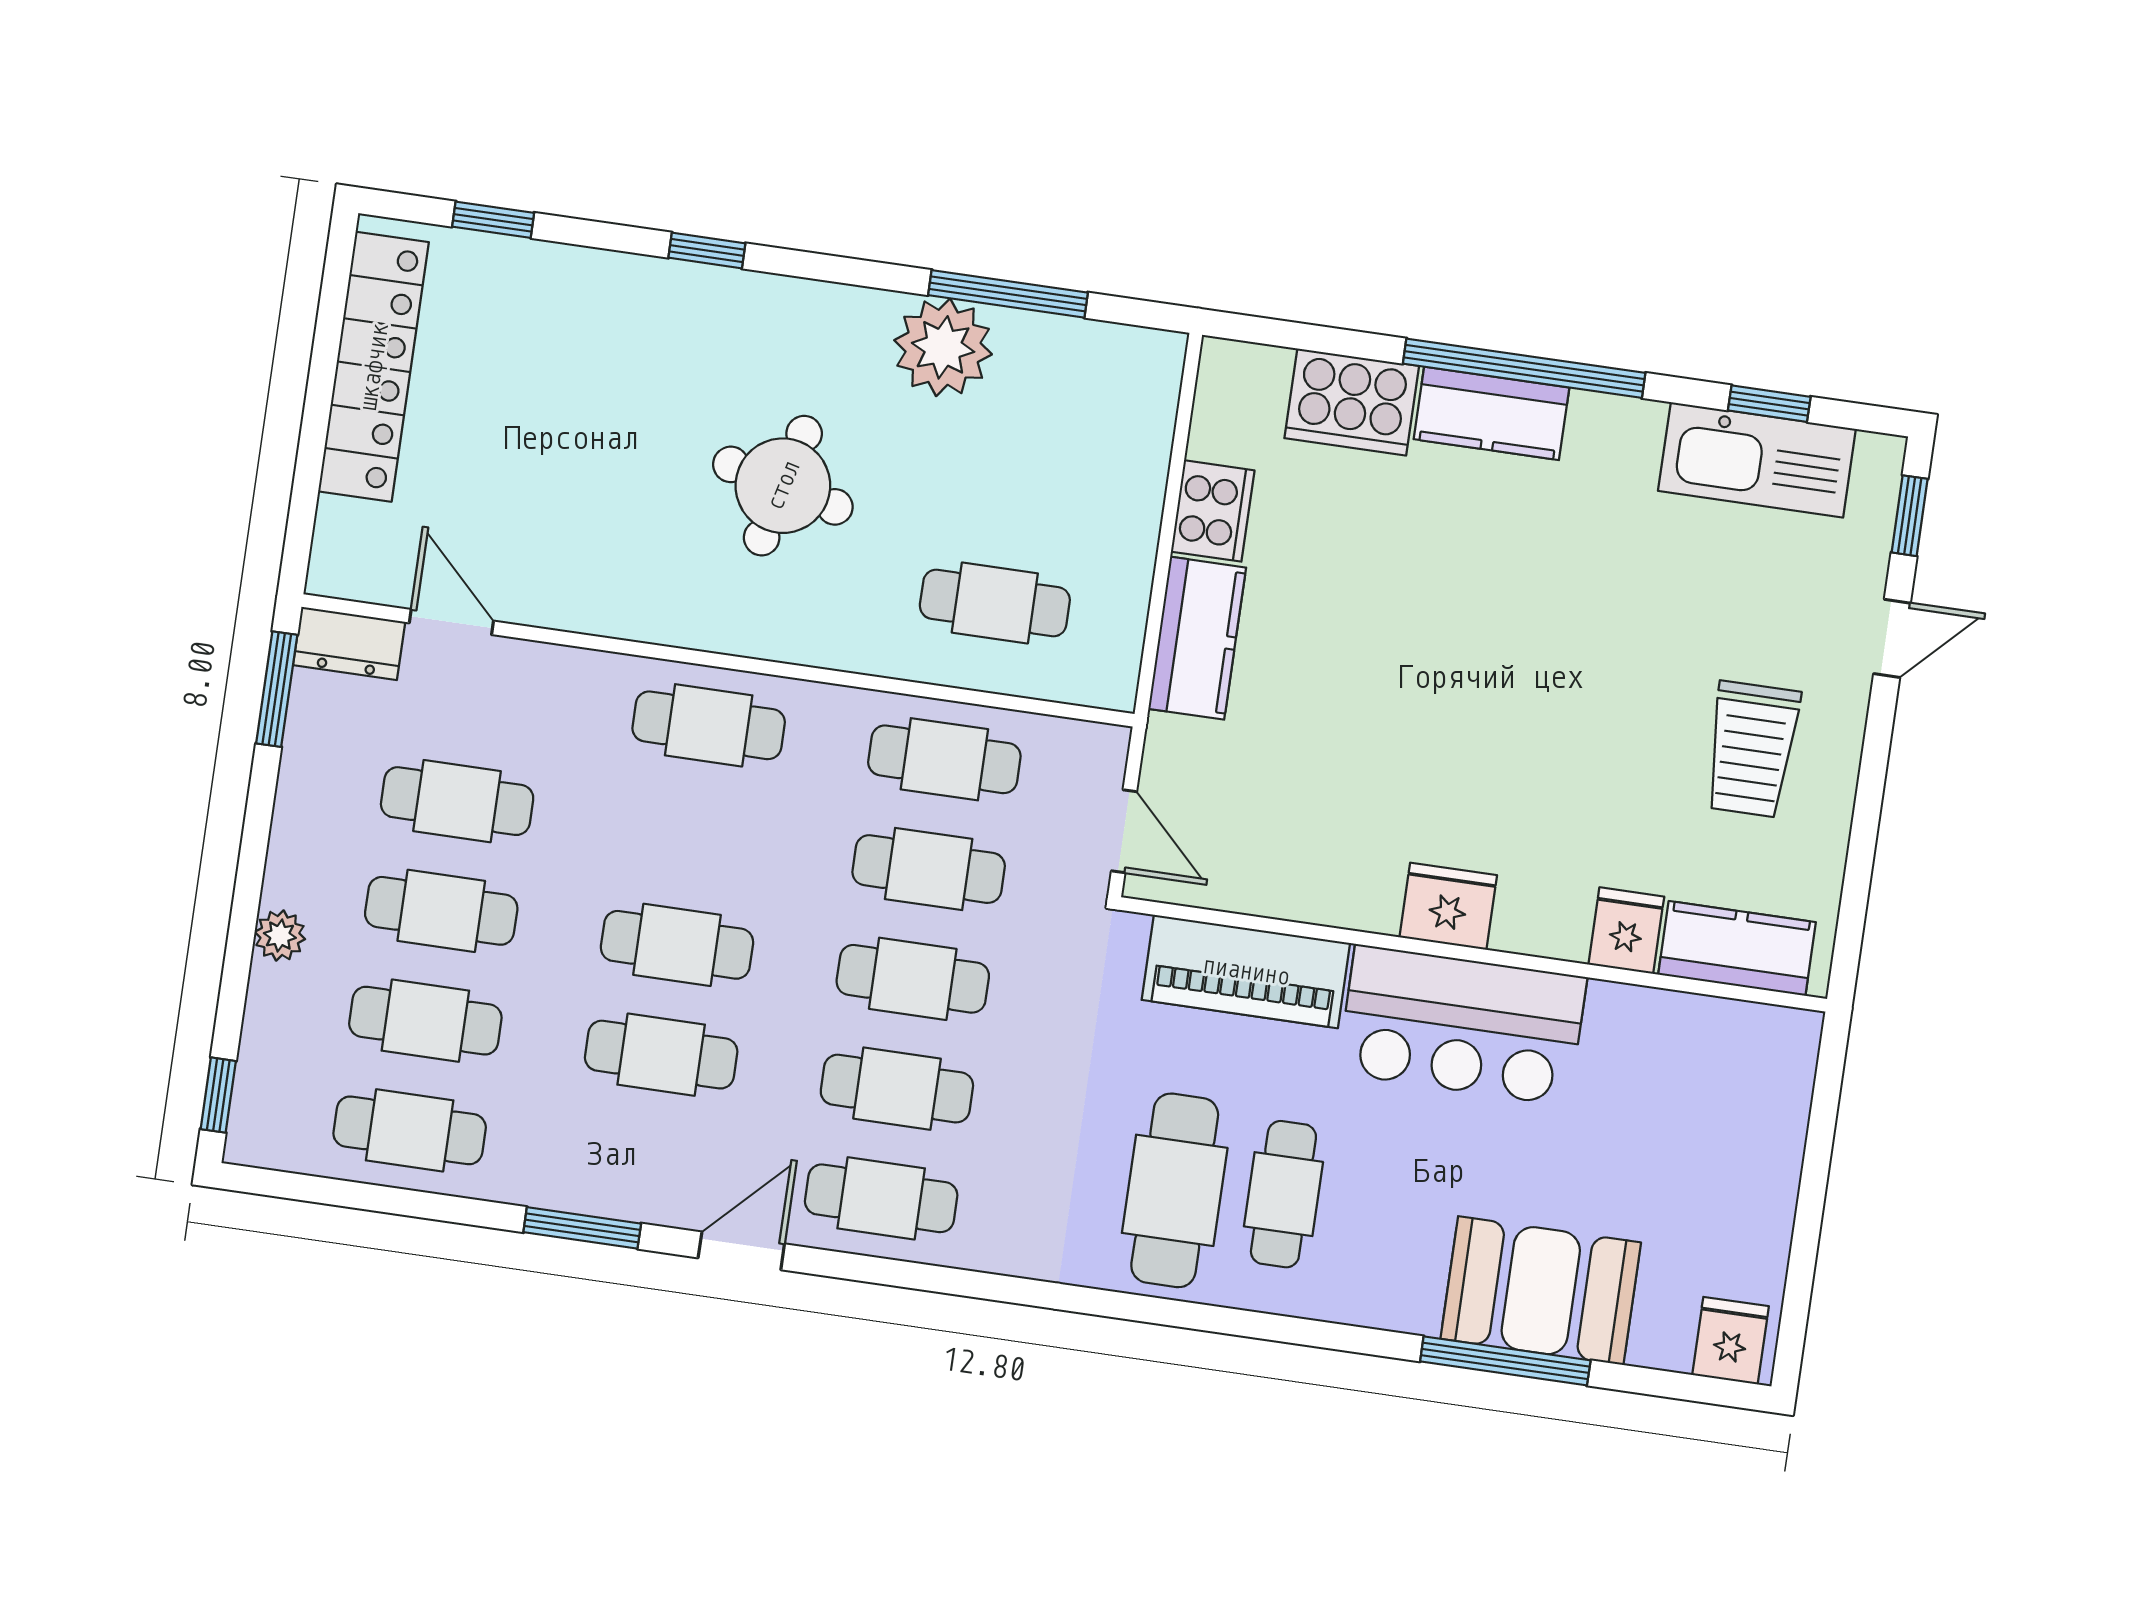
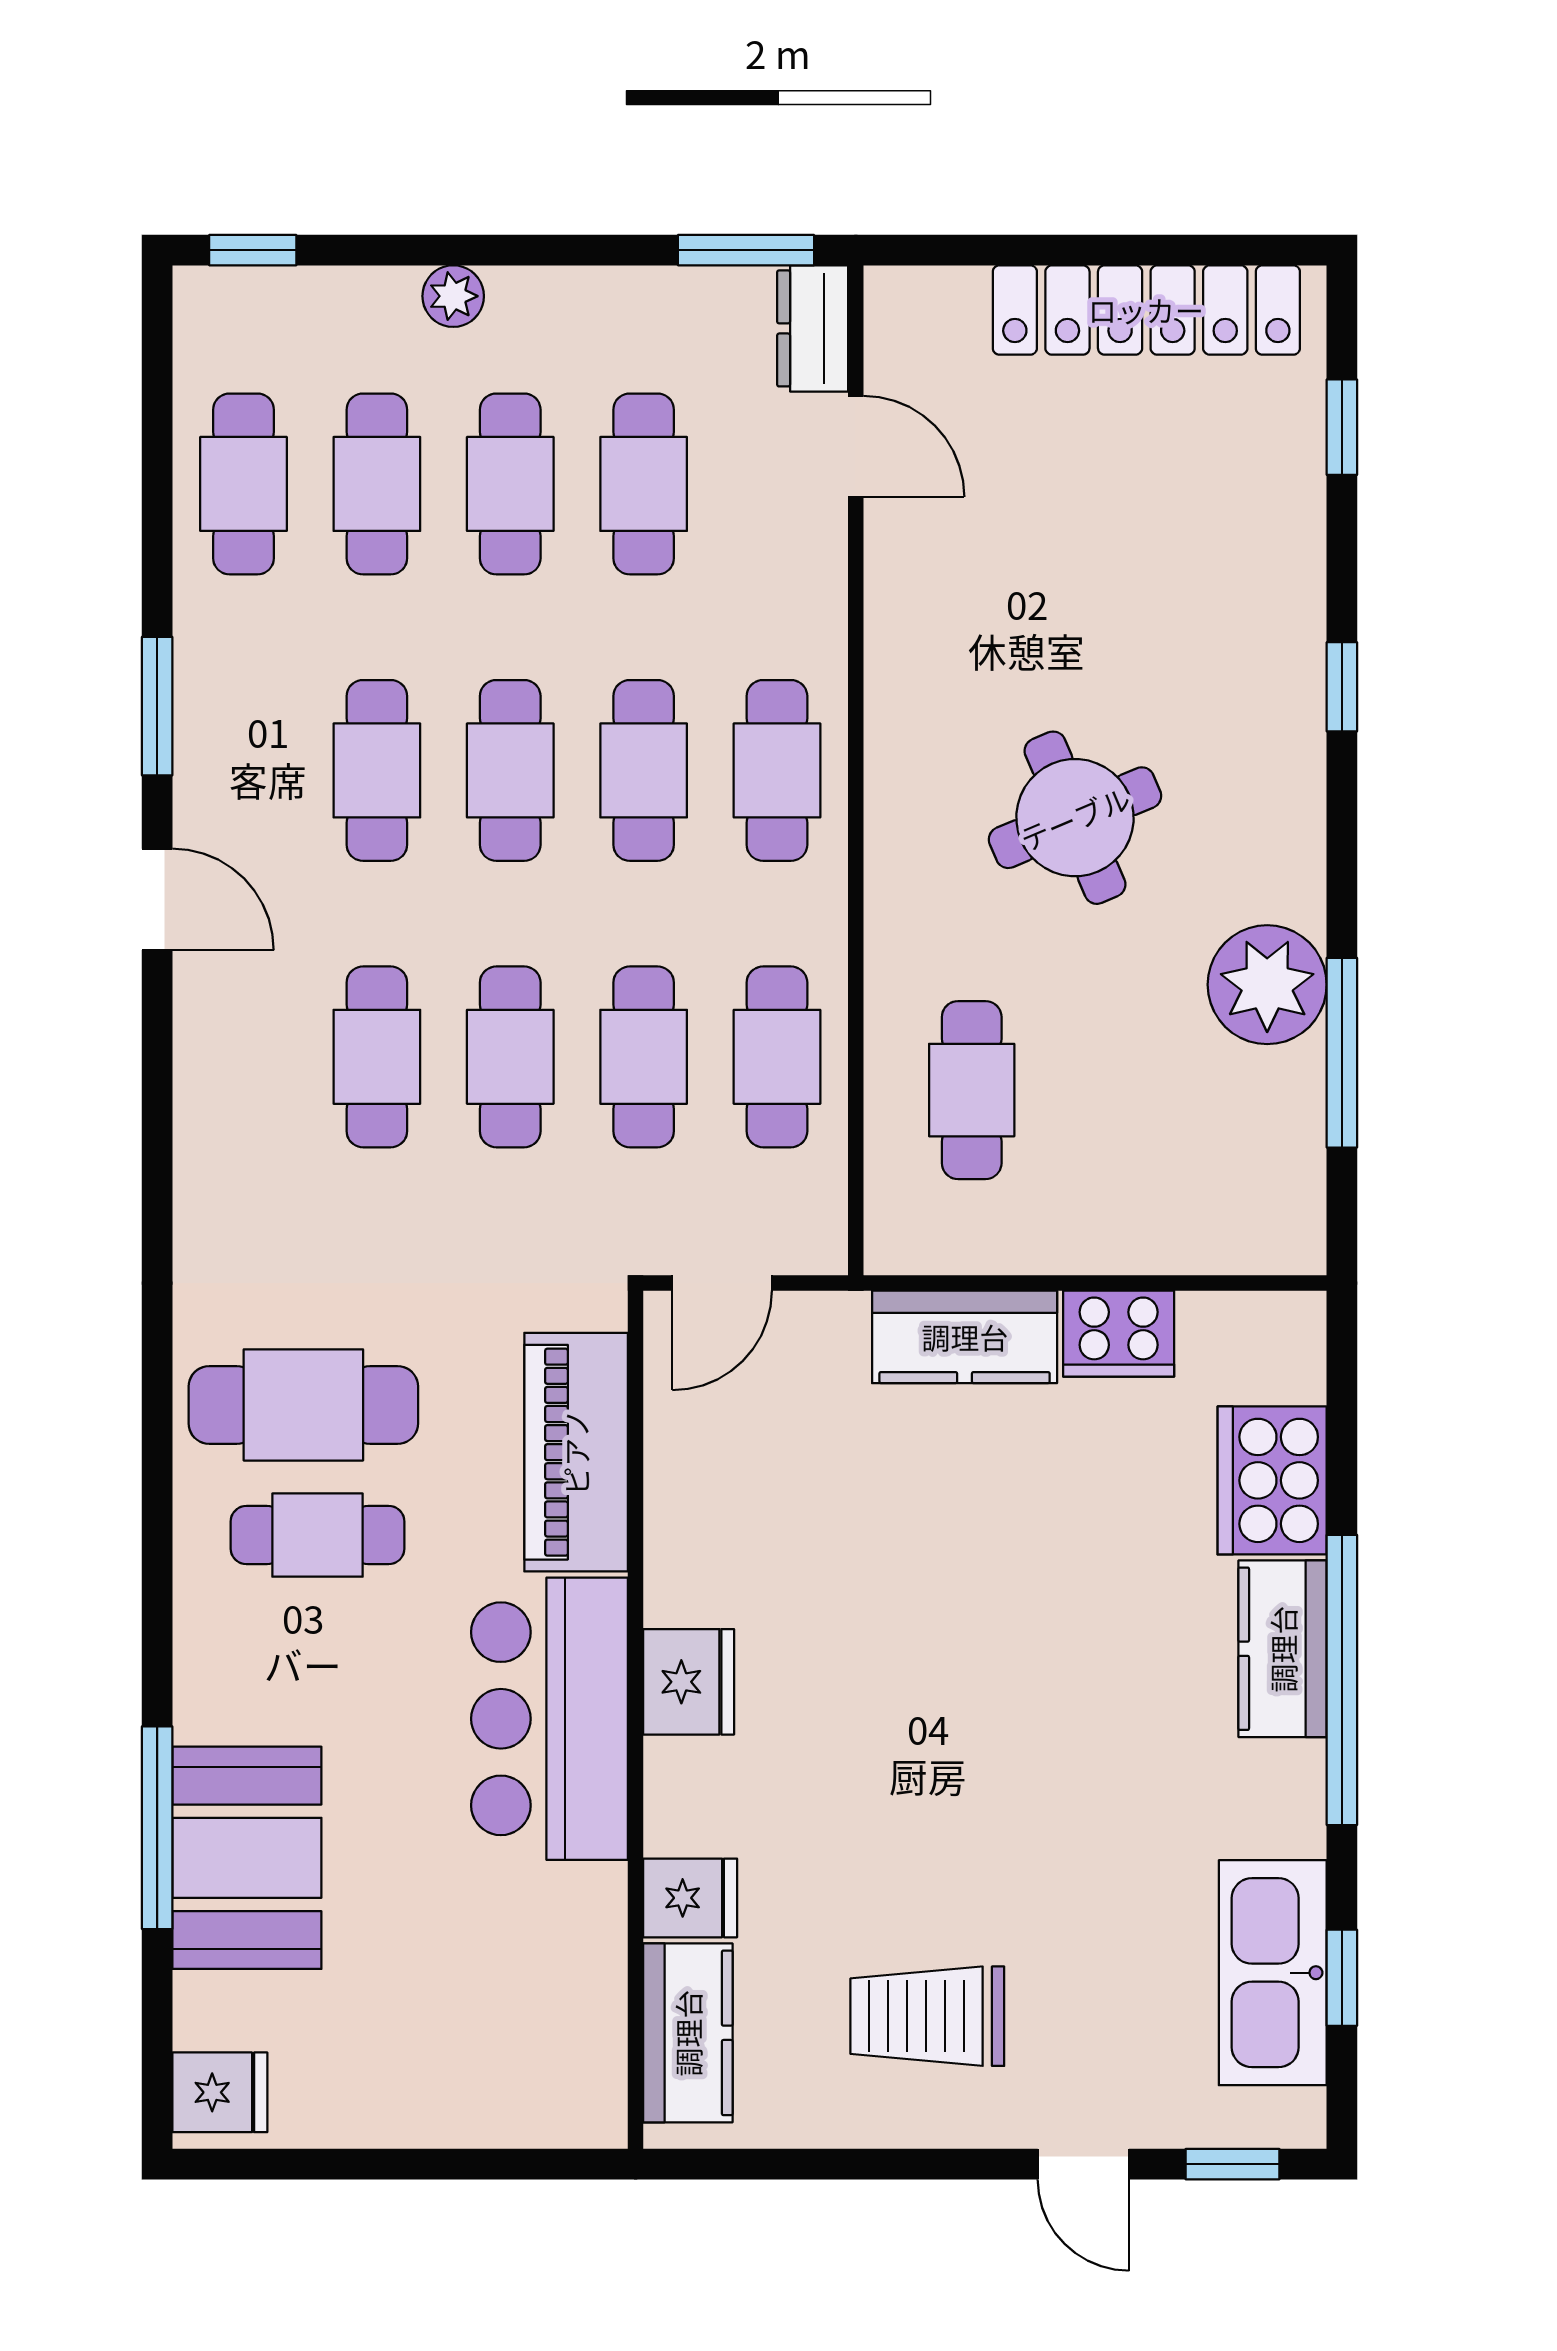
round table: (783, 486) -> (1075, 818), turned -37
door: (451, 622) -> (856, 446), hinge flipped
cafe table: (881, 1198) -> (644, 770), moved

